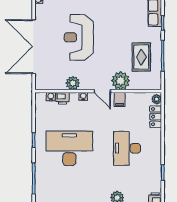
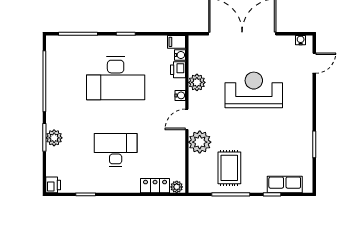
rug: (141, 57) -> (229, 168), turned 90
filing cabinet: (120, 99) -> (177, 42), moved
desk: (69, 148) -> (116, 78), turned 90

